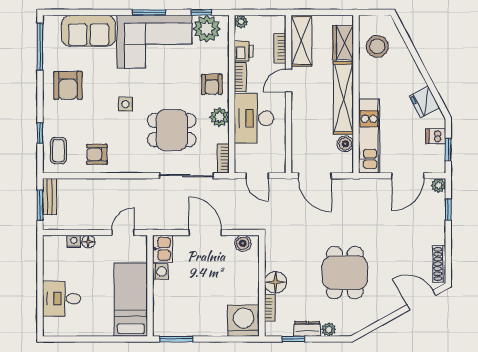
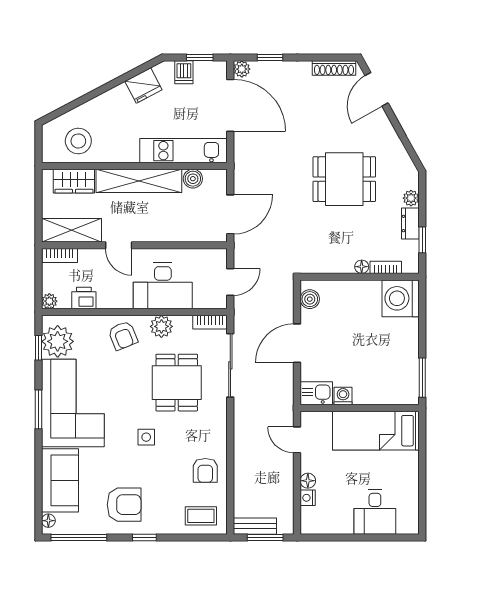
floor lamp: (54, 21) -> (48, 521), added
bookcase: (280, 48) -> (60, 256), moved
bookcase: (240, 77) -> (115, 302), removed
armchair: (212, 84) -> (123, 336), turned 68
window: (40, 133) -> (144, 537), moved
door: (408, 176) -> (230, 105), width x1.36
floor lamp: (275, 282) -> (362, 267), width x0.53, depth x0.53

